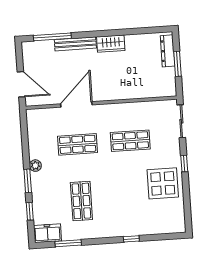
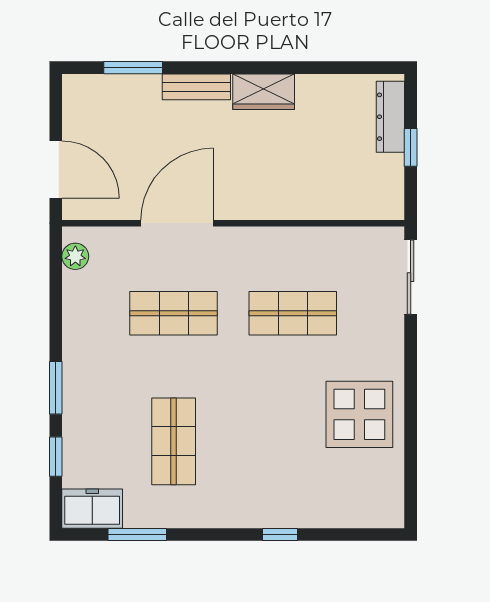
window: (52, 37) -> (133, 68), width x0.69
bench: (75, 44) -> (196, 87), width x0.73
window: (177, 64) -> (411, 147), width x0.67
window: (184, 164) -> (411, 373), removed
plant: (35, 166) -> (75, 256), moved

